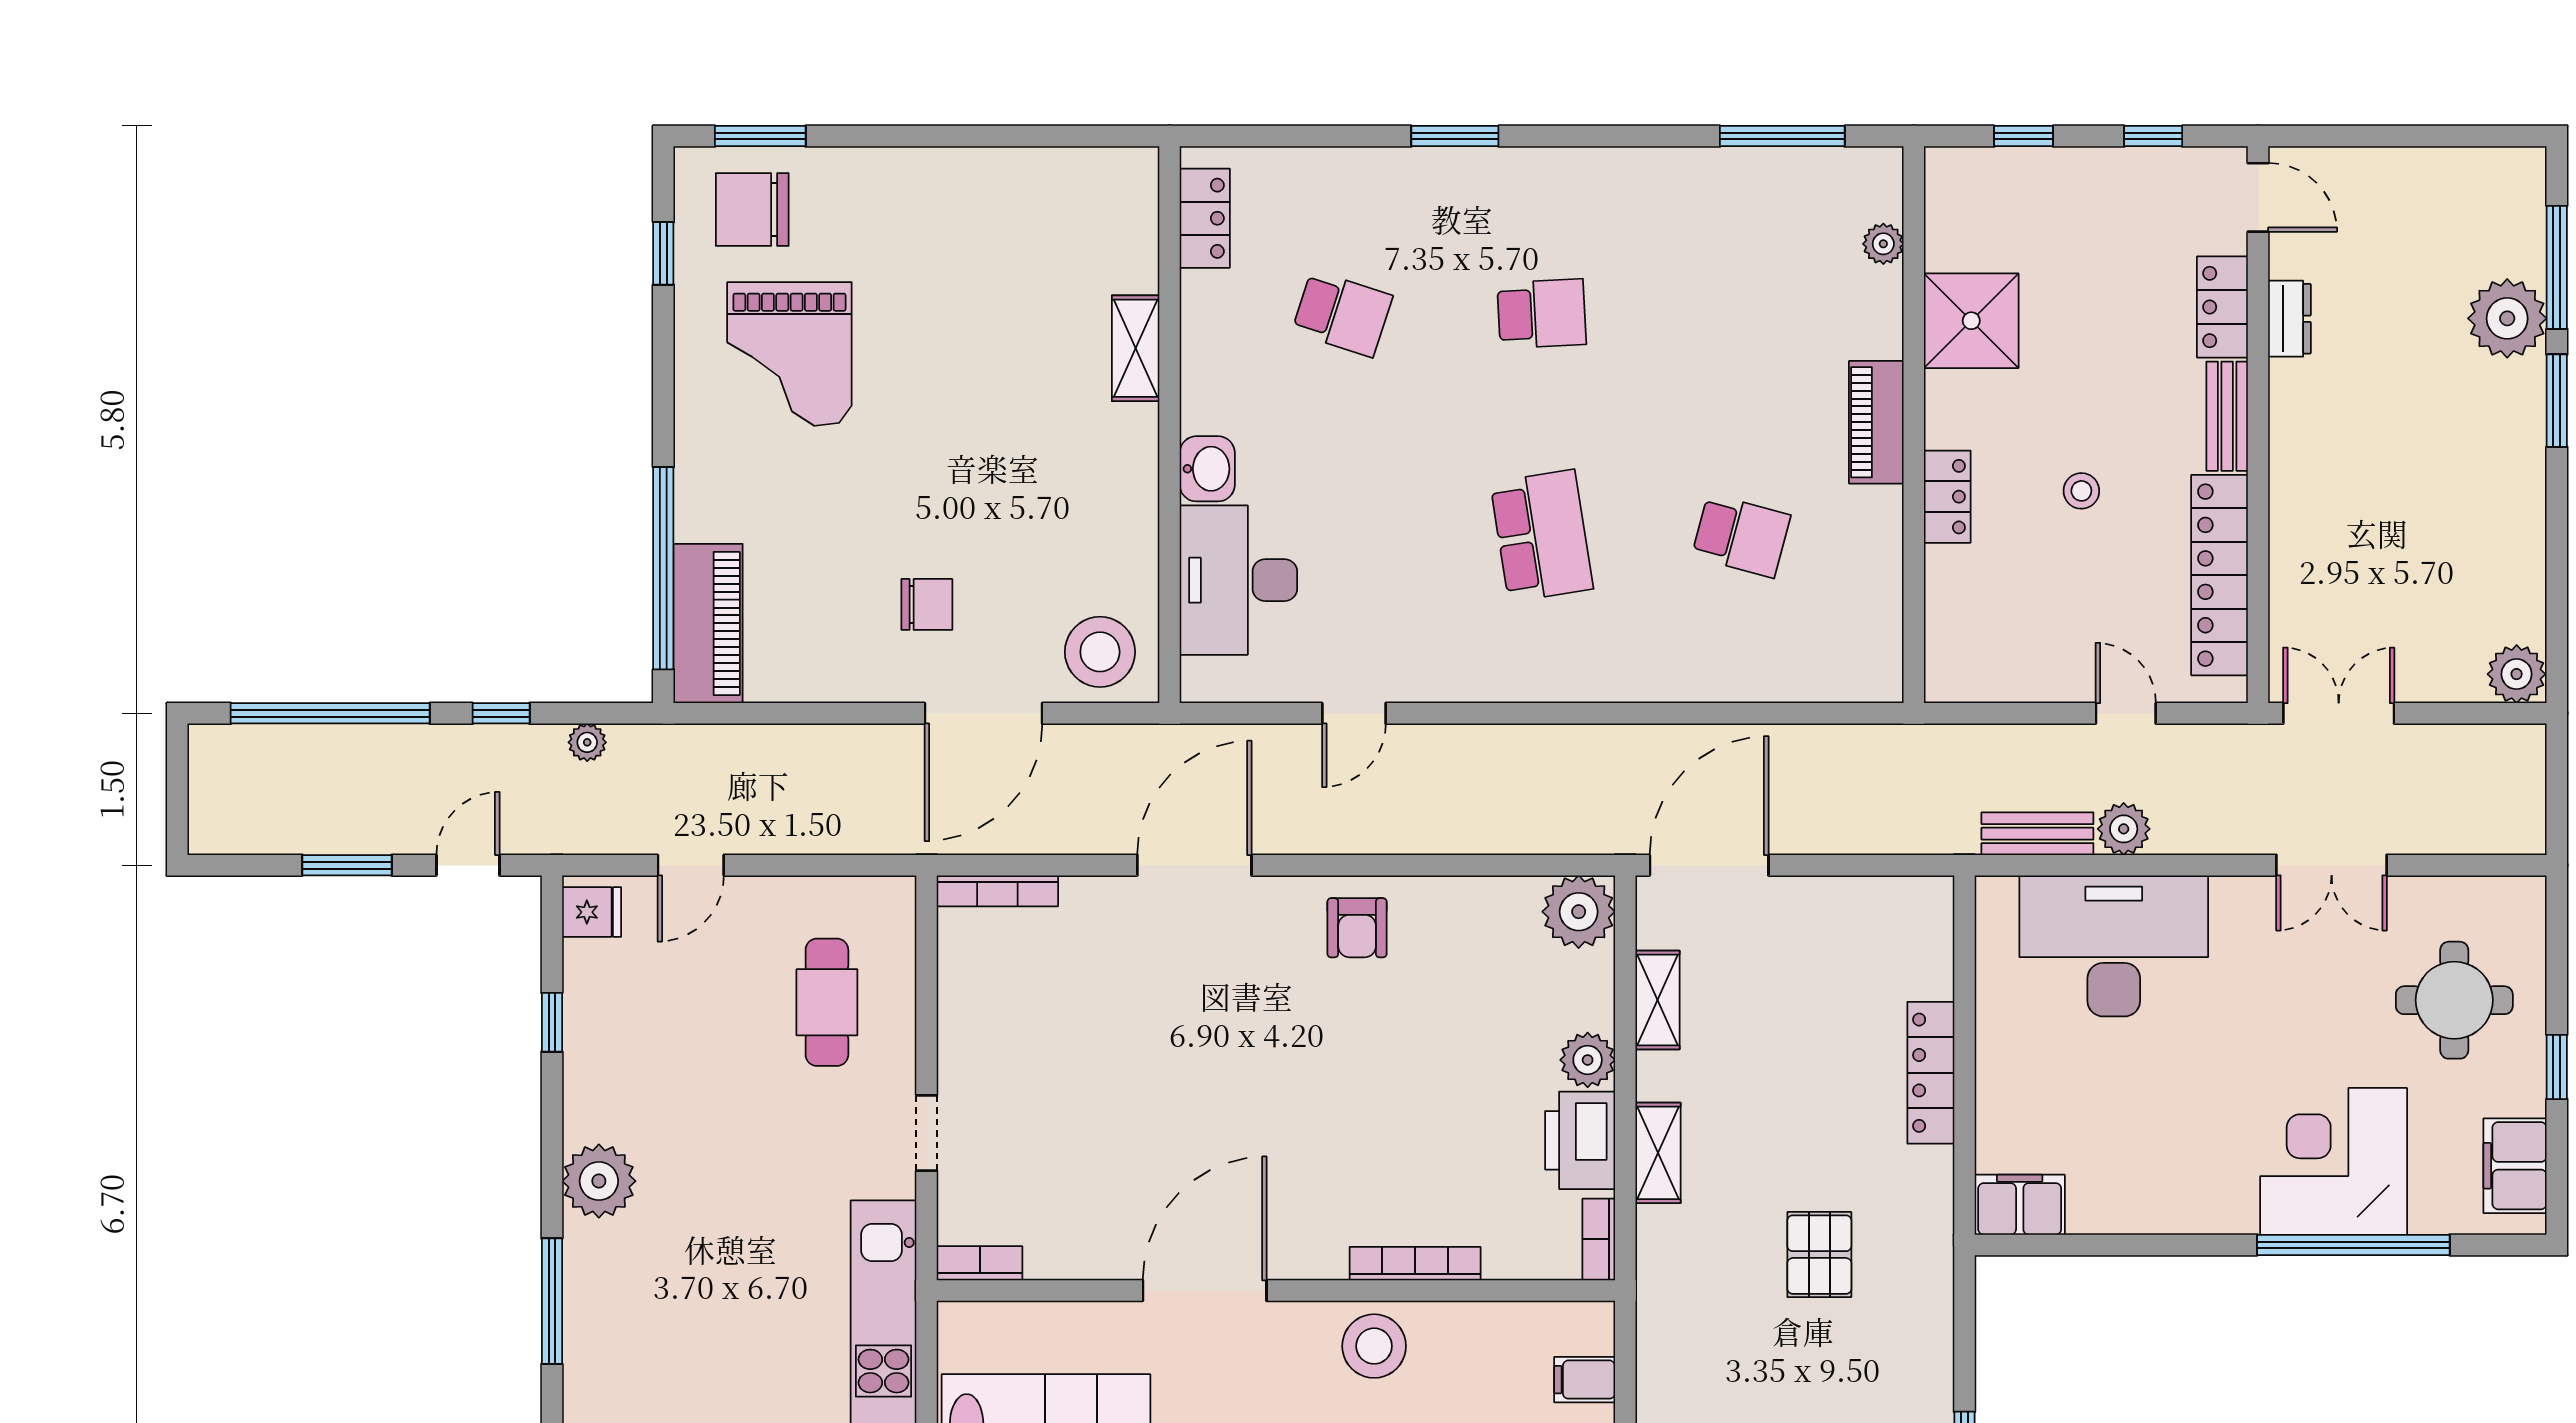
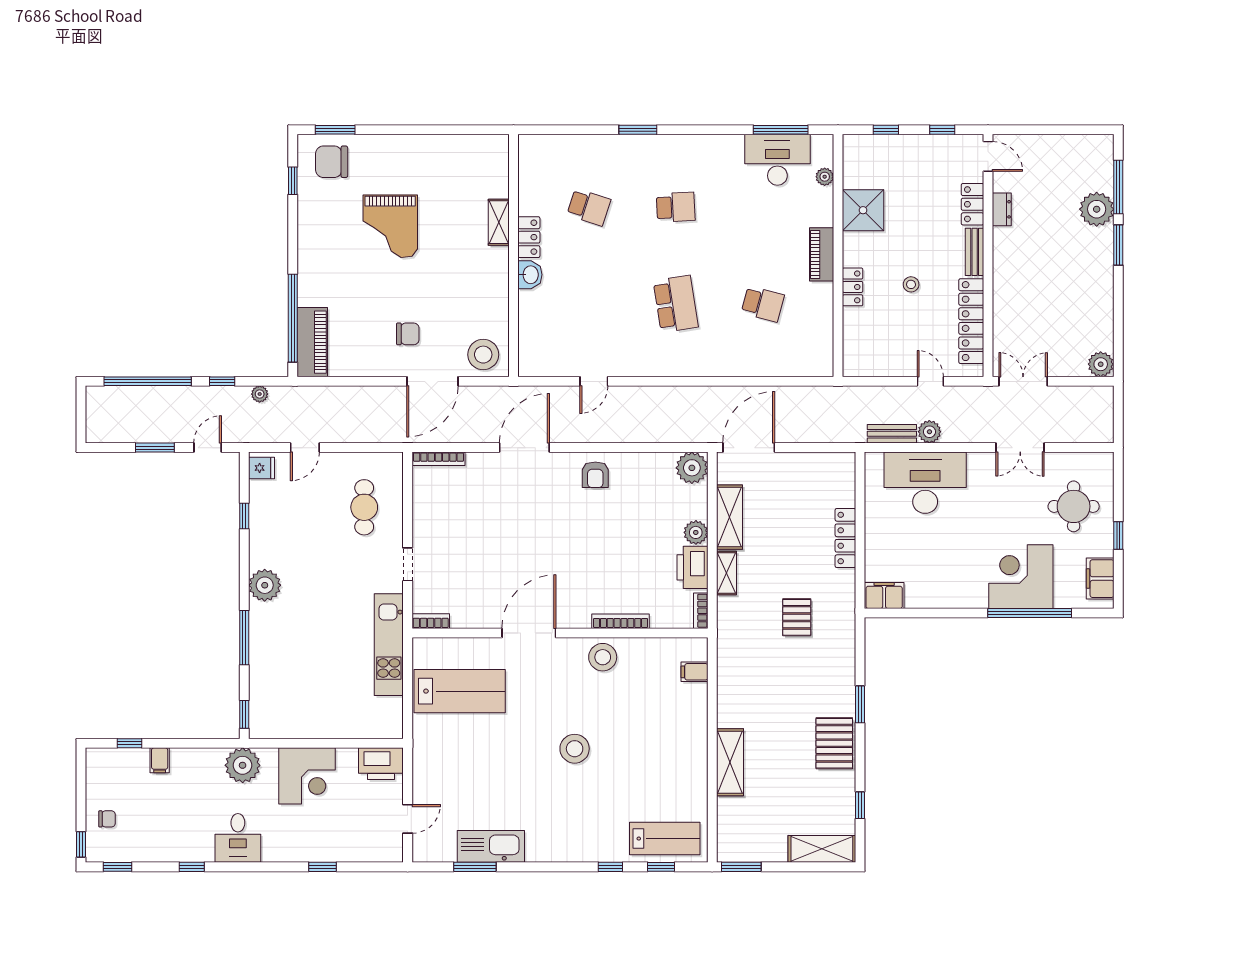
locker: (1205, 218) -> (529, 237), moved
grand piano: (789, 354) -> (390, 226), moved
desk: (1238, 580) -> (777, 160), moved, turned 90
shelving: (1658, 1000) -> (729, 517), width x1.50, depth x1.33

